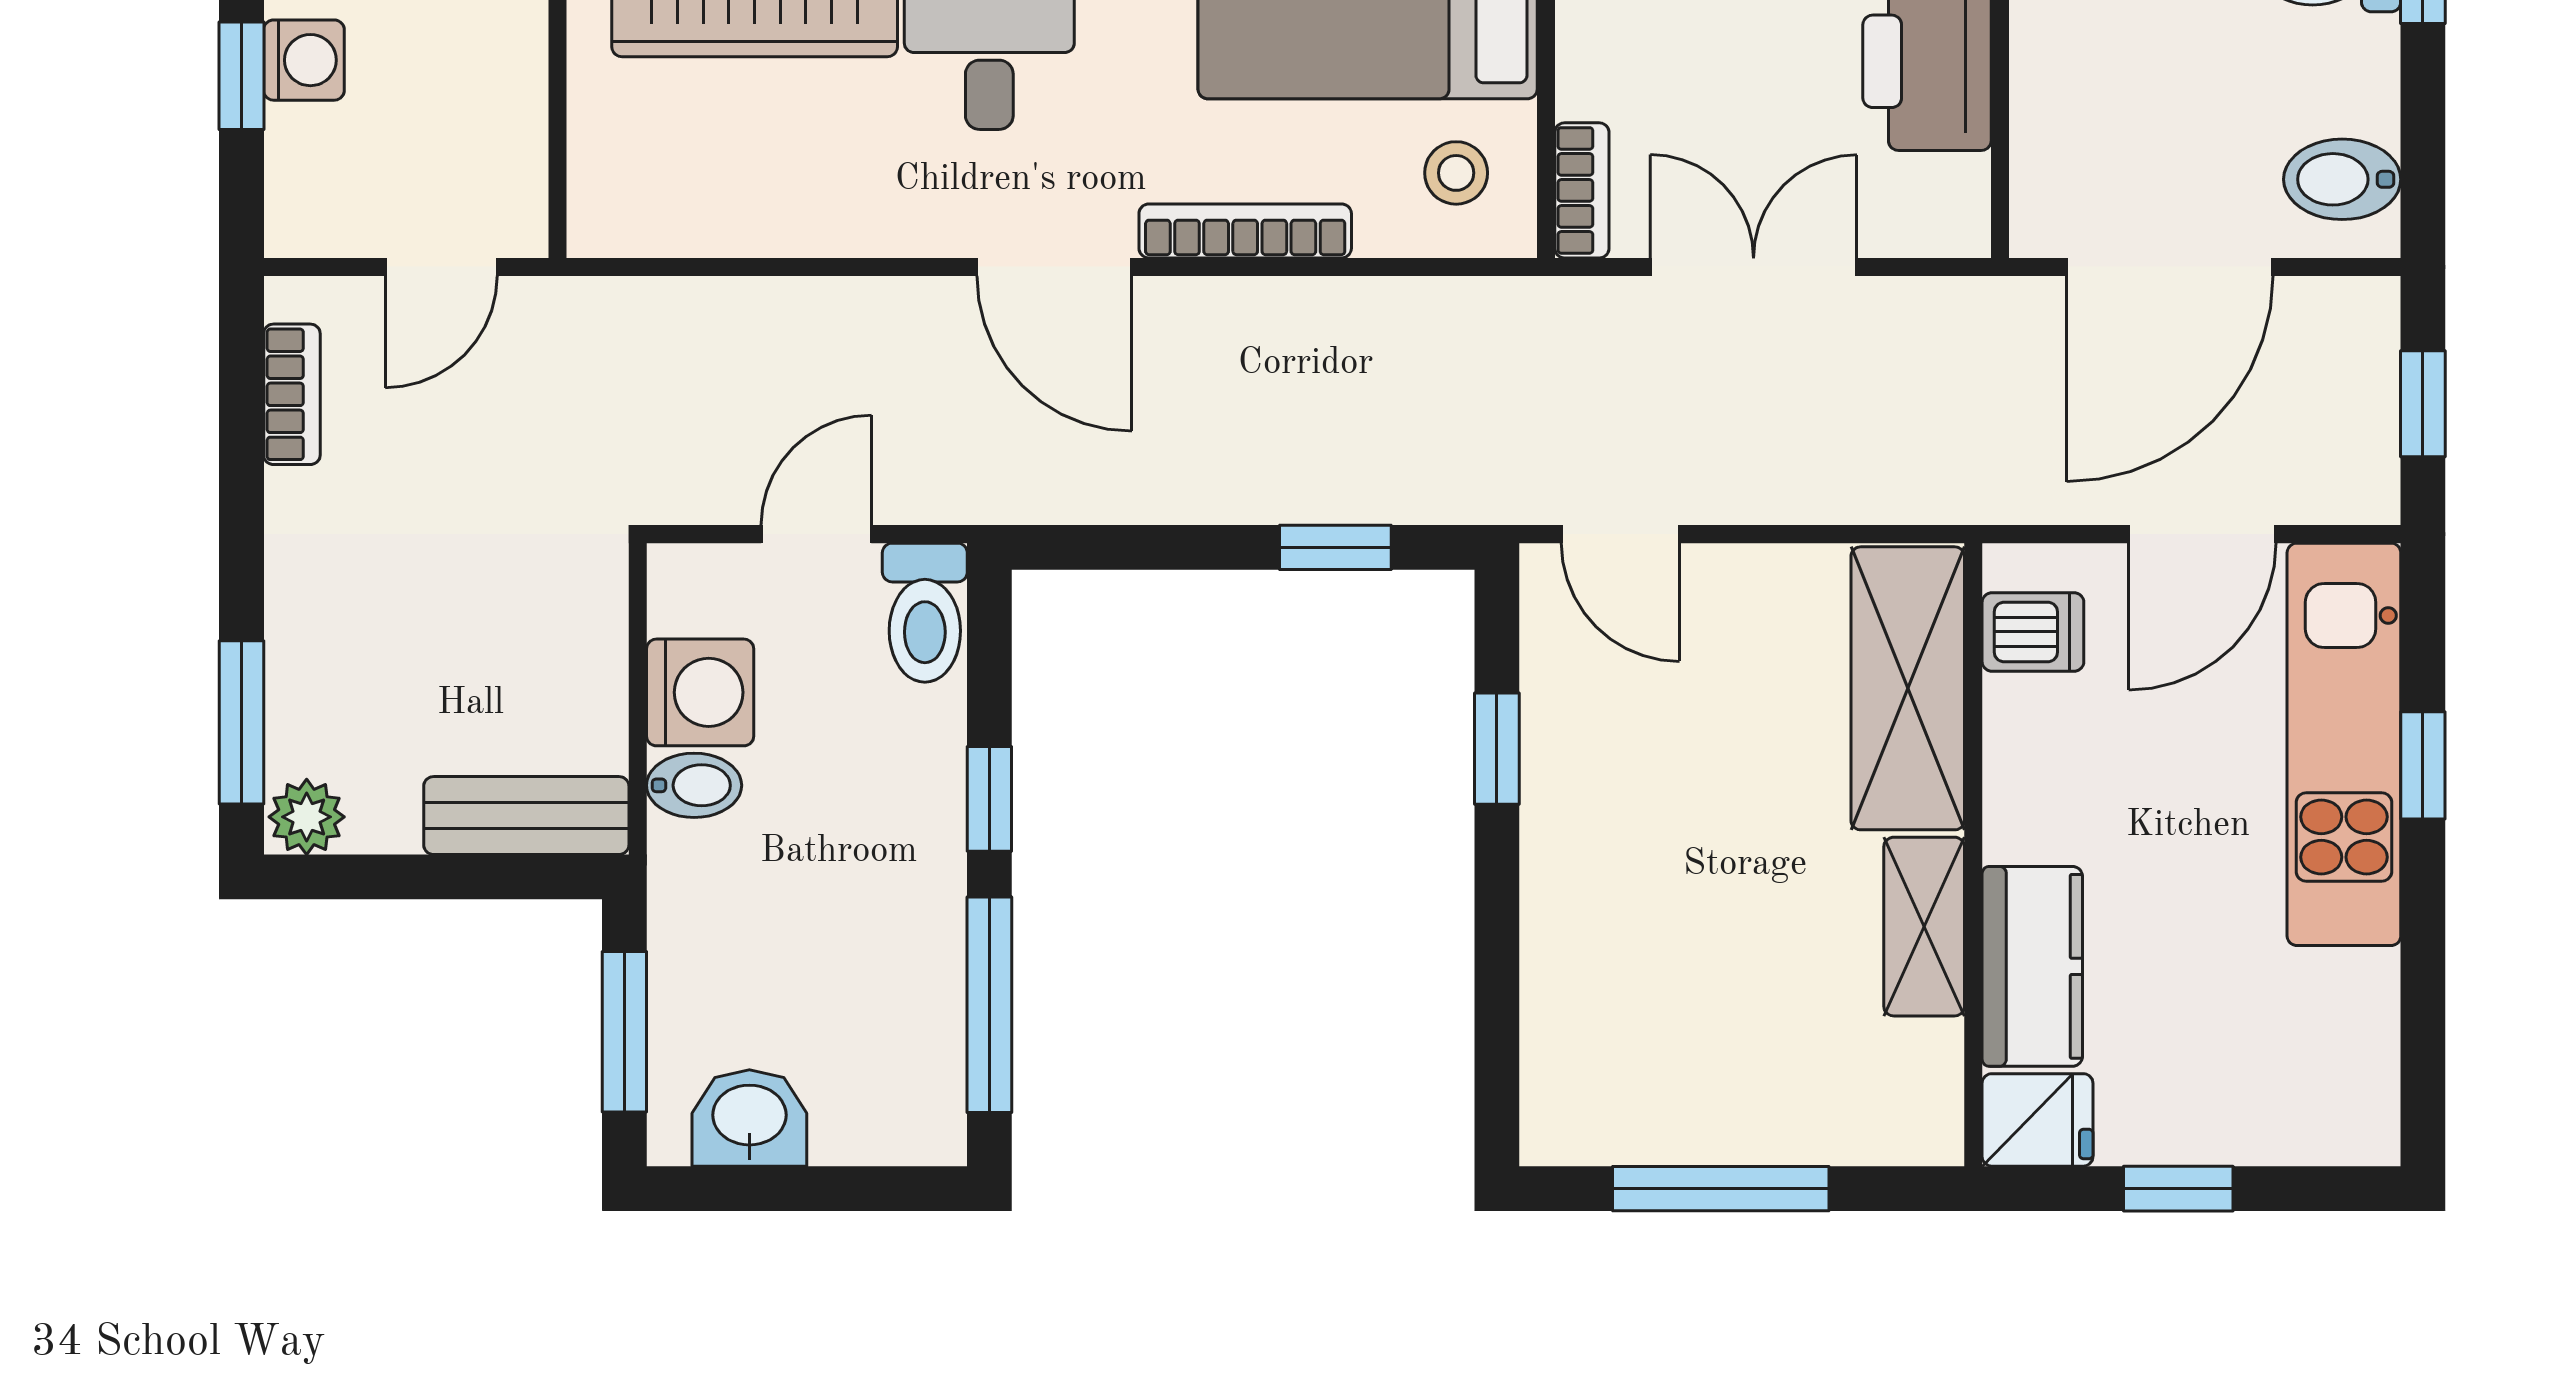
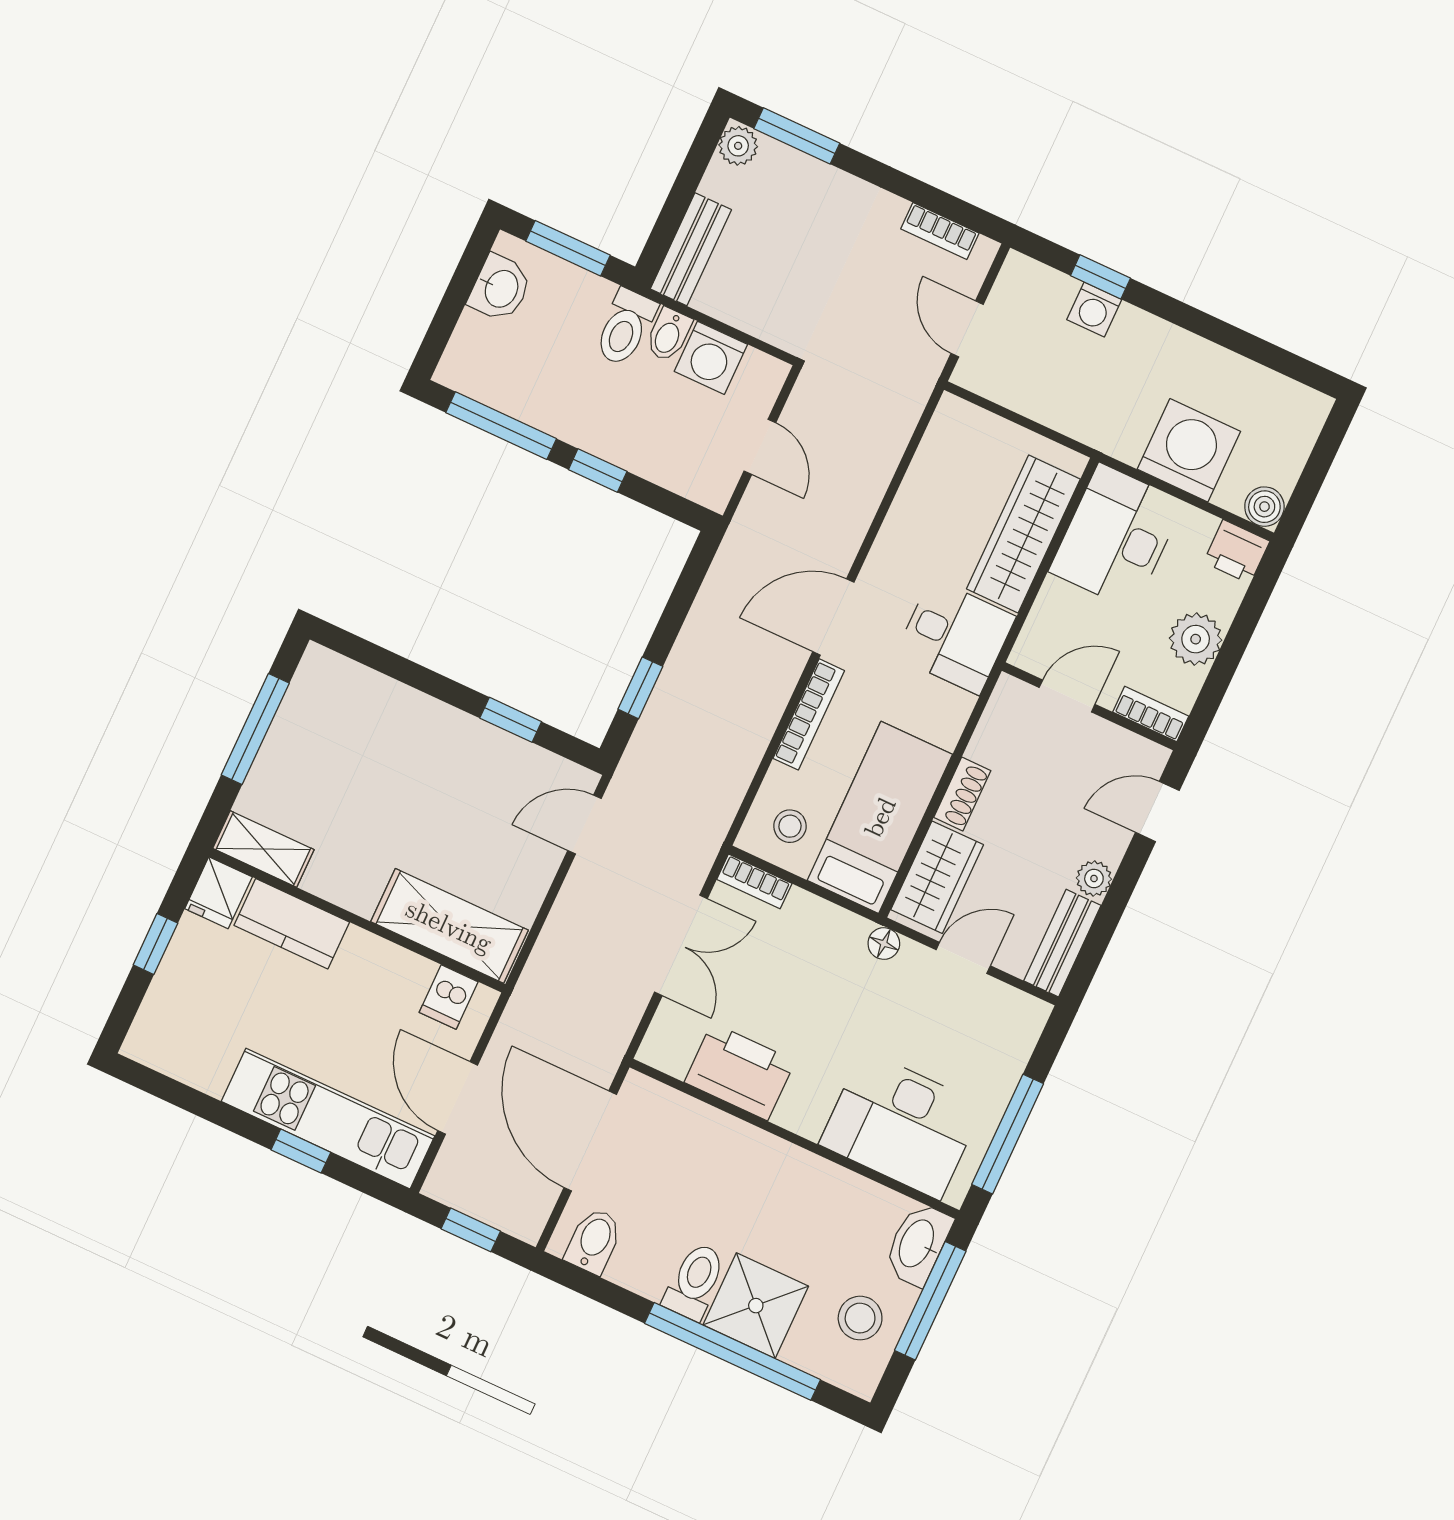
toilet: (925, 613) -> (625, 327), moved, turned -90
shelving: (1924, 927) -> (263, 849), moved

